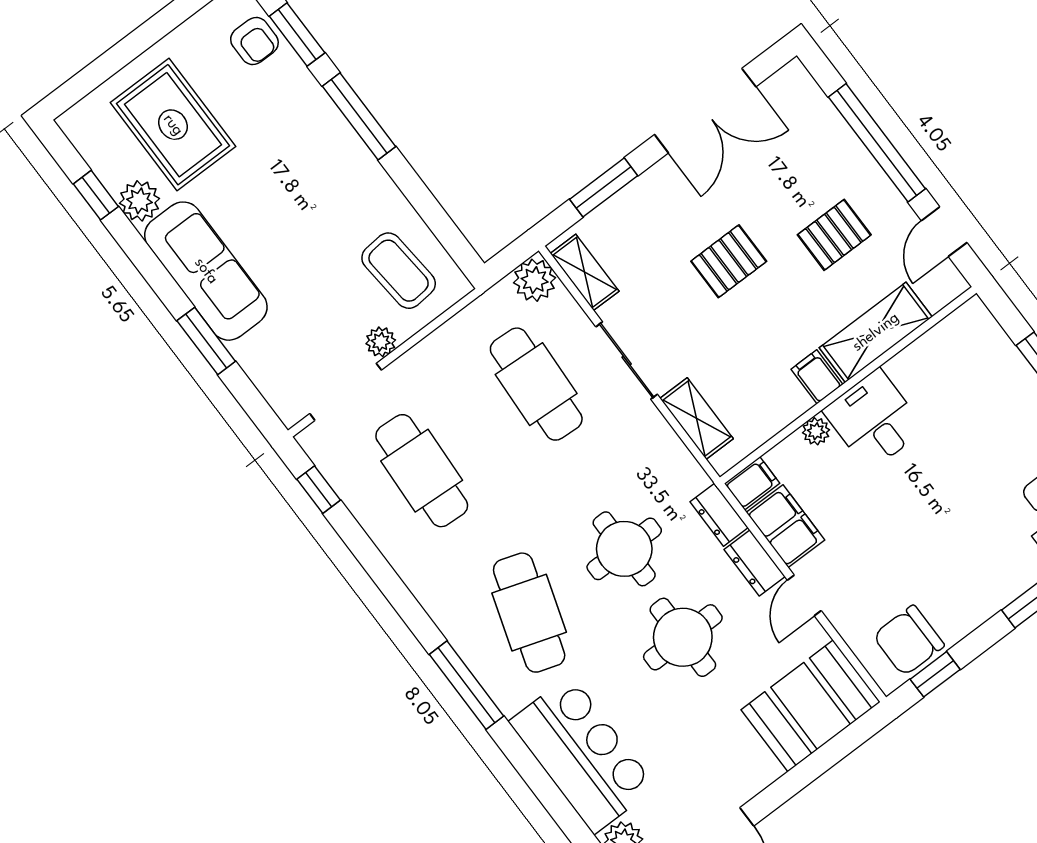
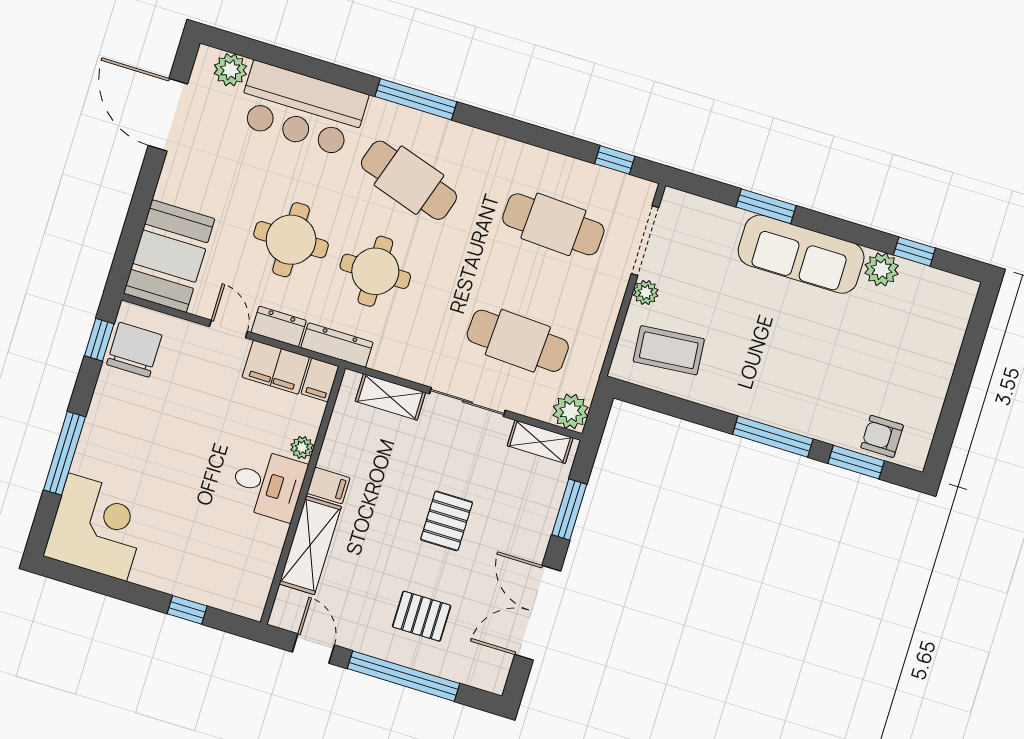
rug: (173, 125) -> (897, 338), removed
pallet: (834, 235) -> (422, 616), moved, turned 90
dresser: (719, 515) -> (337, 345), width x1.44

